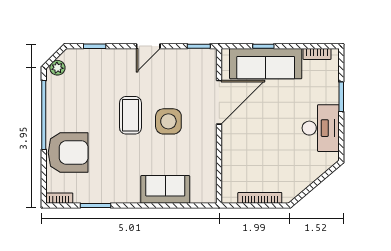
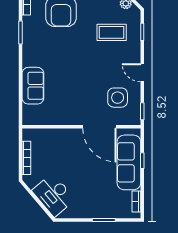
coffee table: (130, 115) -> (112, 32), moved
side table: (168, 121) -> (118, 98), moved
desk: (321, 128) -> (53, 195), moved, turned 50

